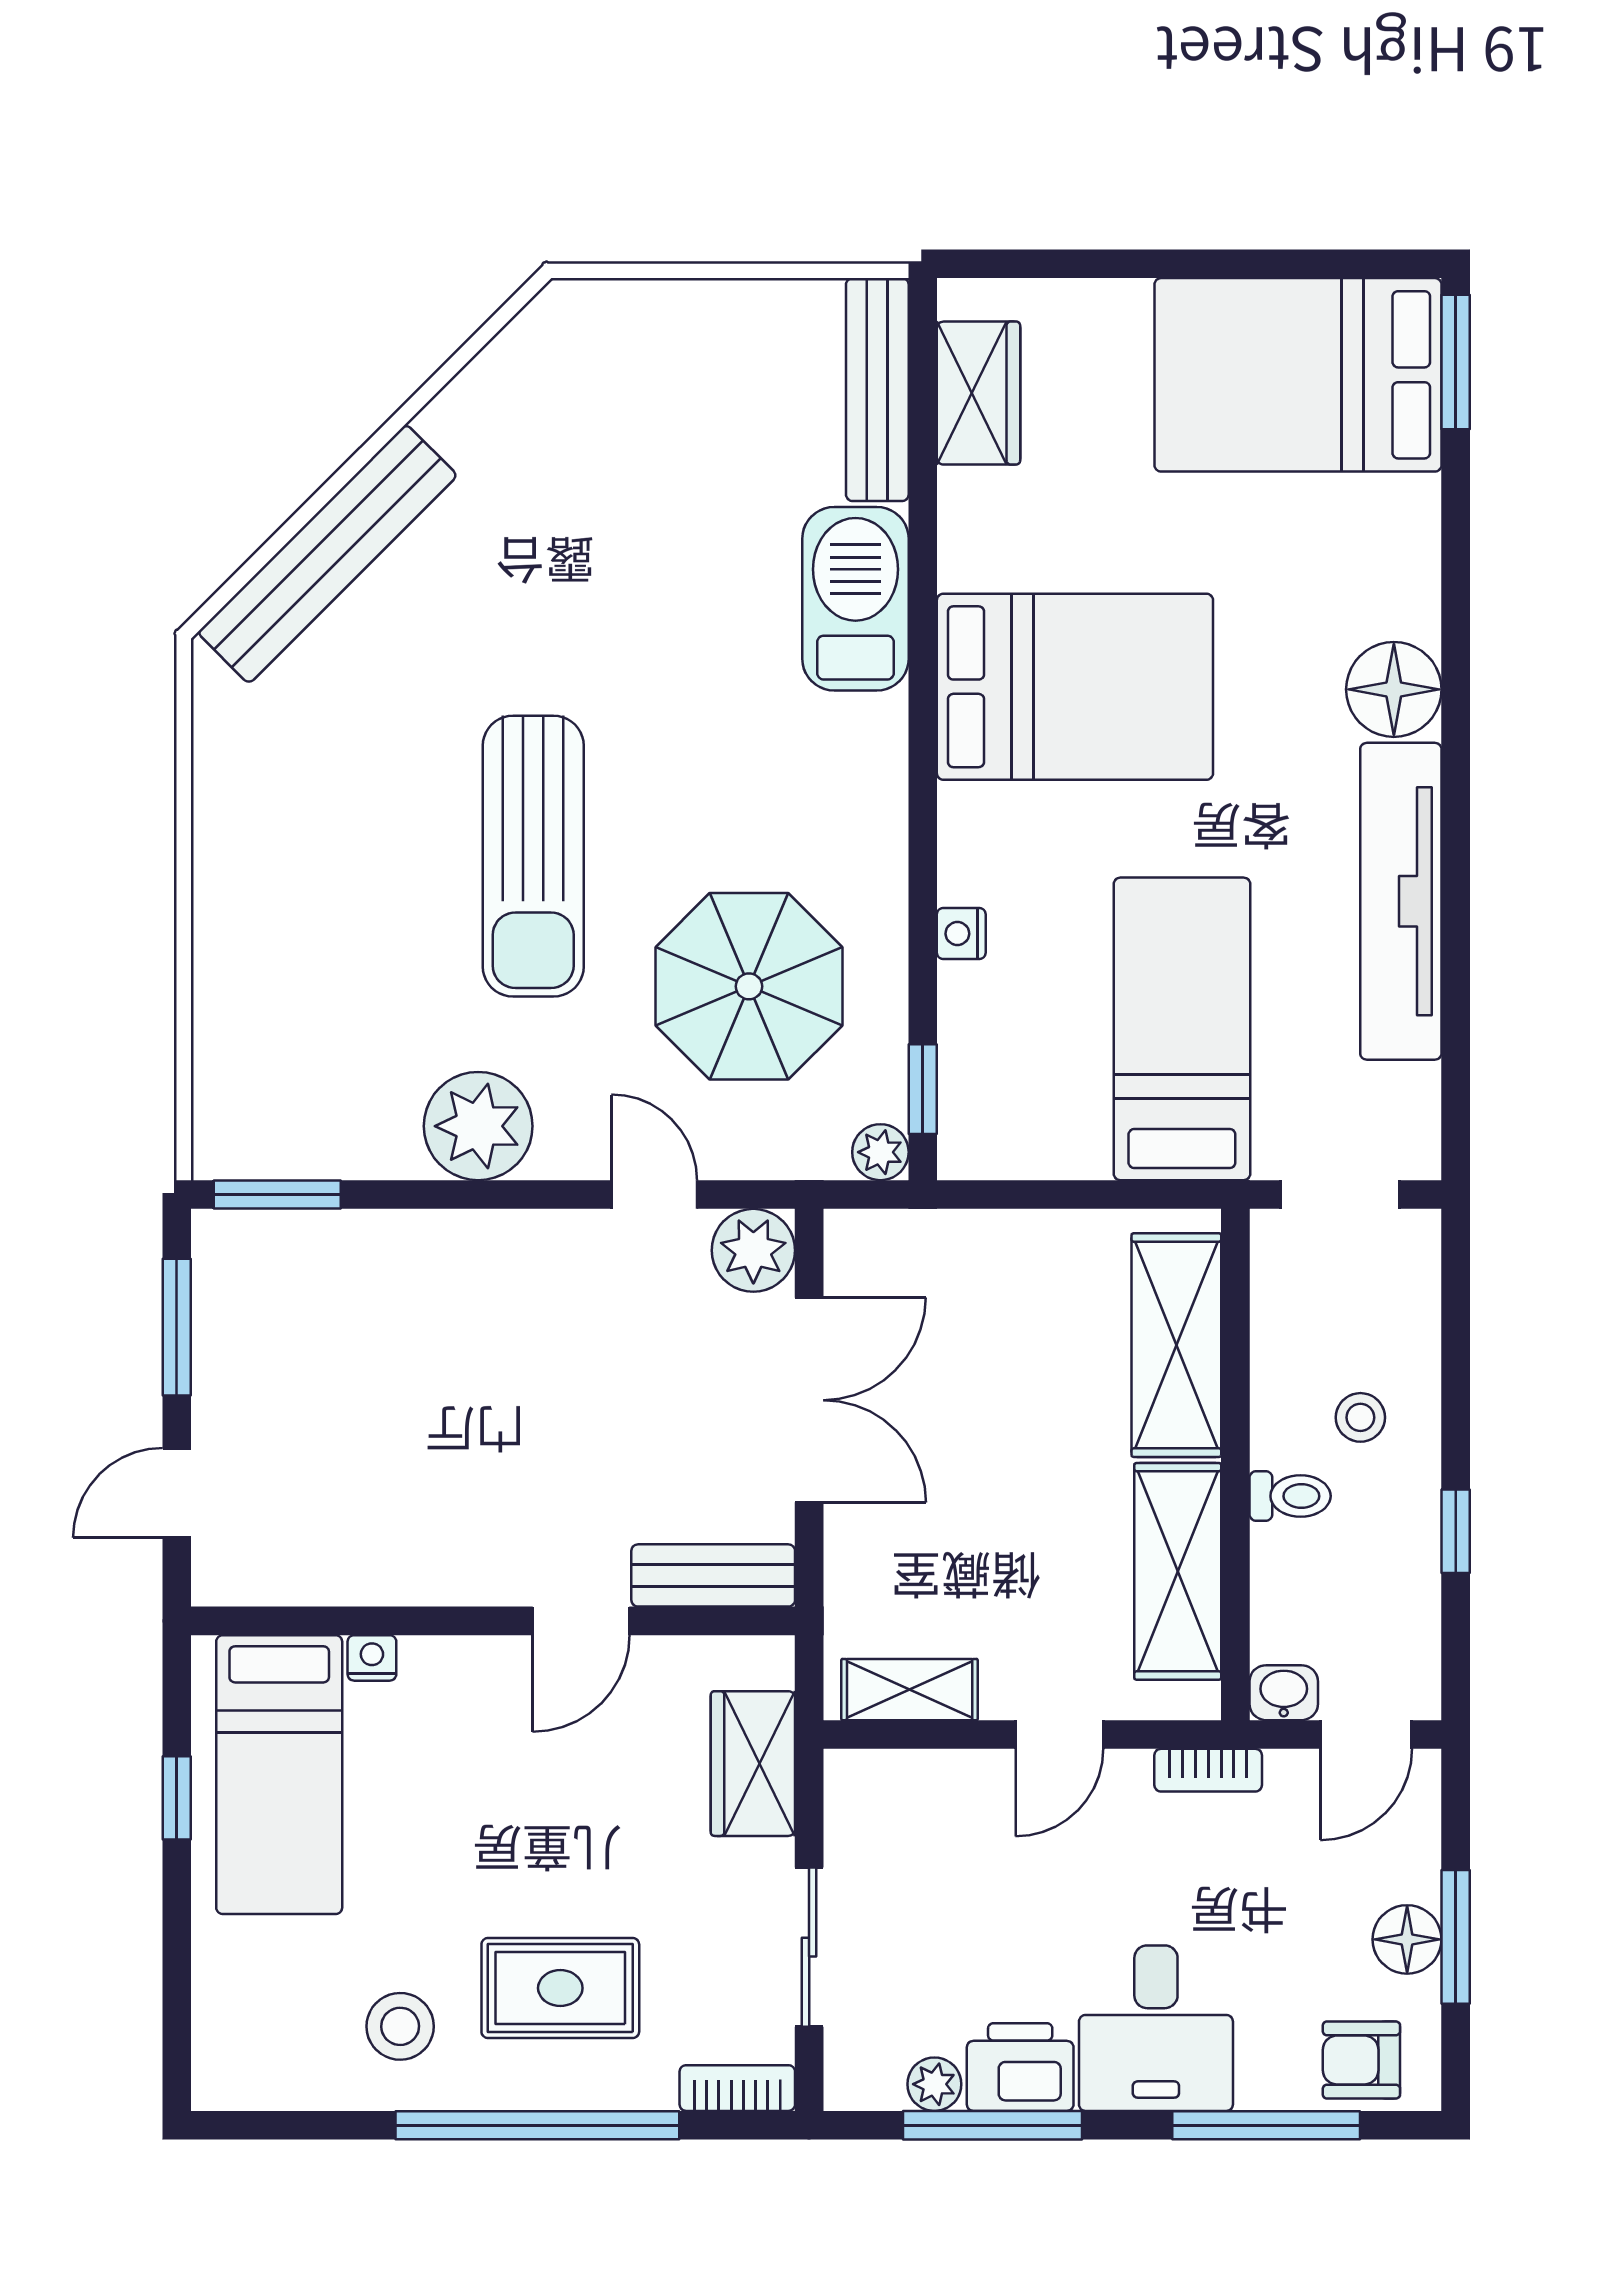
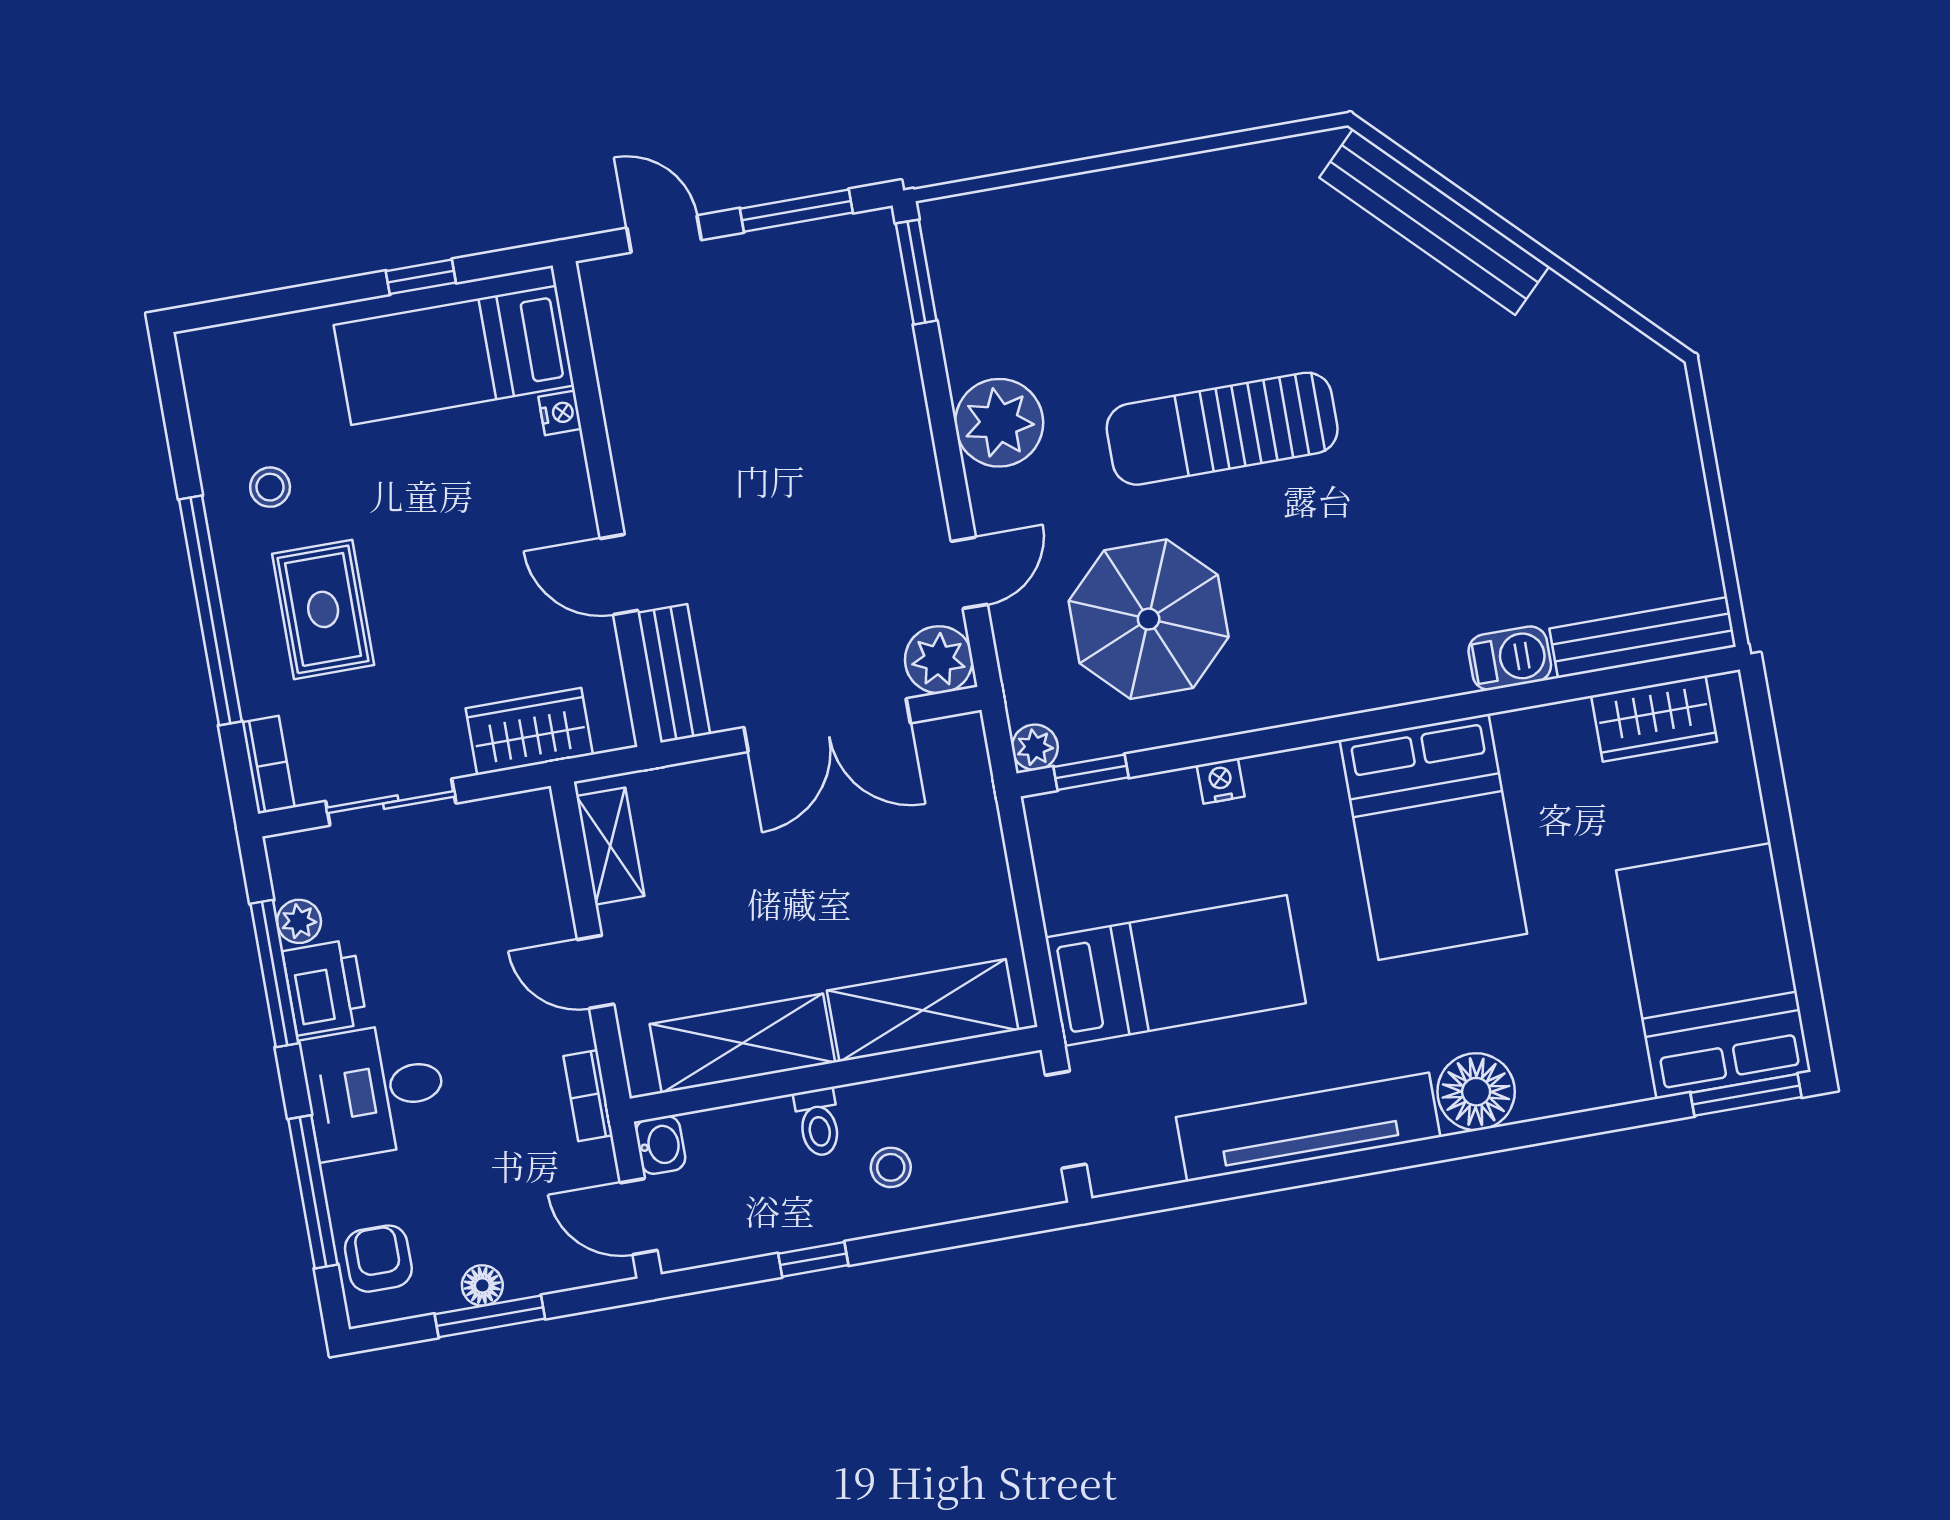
barbecue: (855, 599) -> (1510, 658), width x0.53, depth x0.65
floor lamp: (1407, 1939) -> (482, 1285), width x0.73, depth x0.73
stool: (400, 2026) -> (270, 487), width x0.73, depth x0.73

